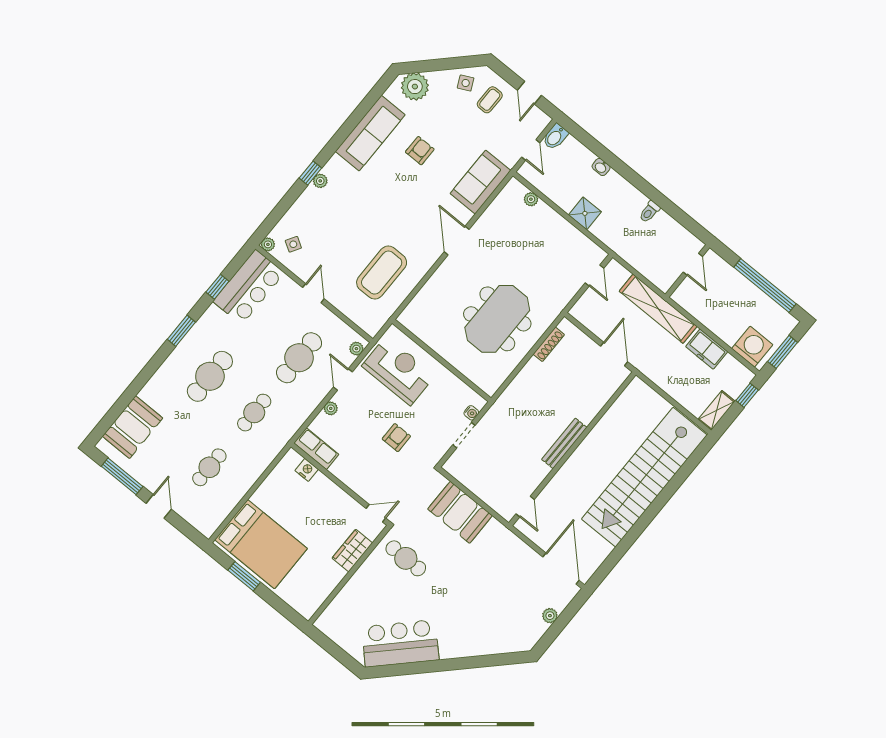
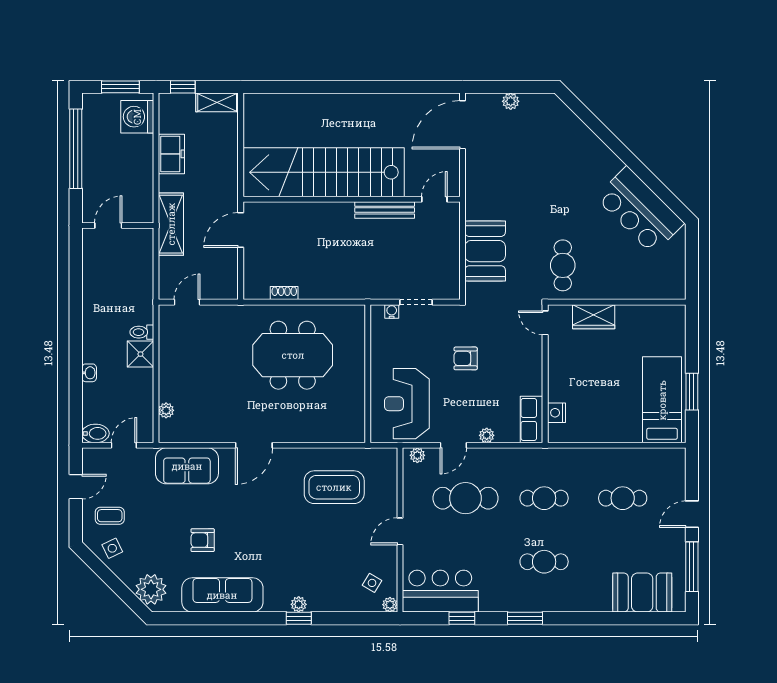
toilet: (649, 212) -> (142, 332), moved, turned 180
shelving: (658, 309) -> (171, 224), width x0.68
shoe rack: (549, 344) -> (284, 293), width x0.70
cafe table: (210, 376) -> (544, 562), width x0.73, depth x0.74
bench: (564, 443) -> (385, 210), moved
stairs: (644, 477) -> (324, 172), moved, turned 180
bed: (261, 544) -> (662, 400), width x0.67

